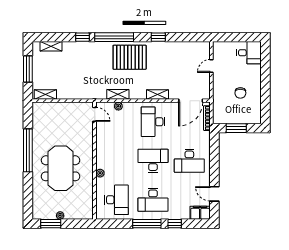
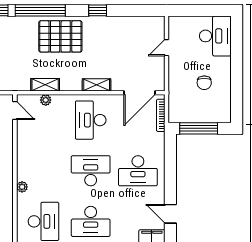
desk: (249, 53) -> (215, 36), width x1.37
window: (236, 128) -> (199, 128), width x1.44

